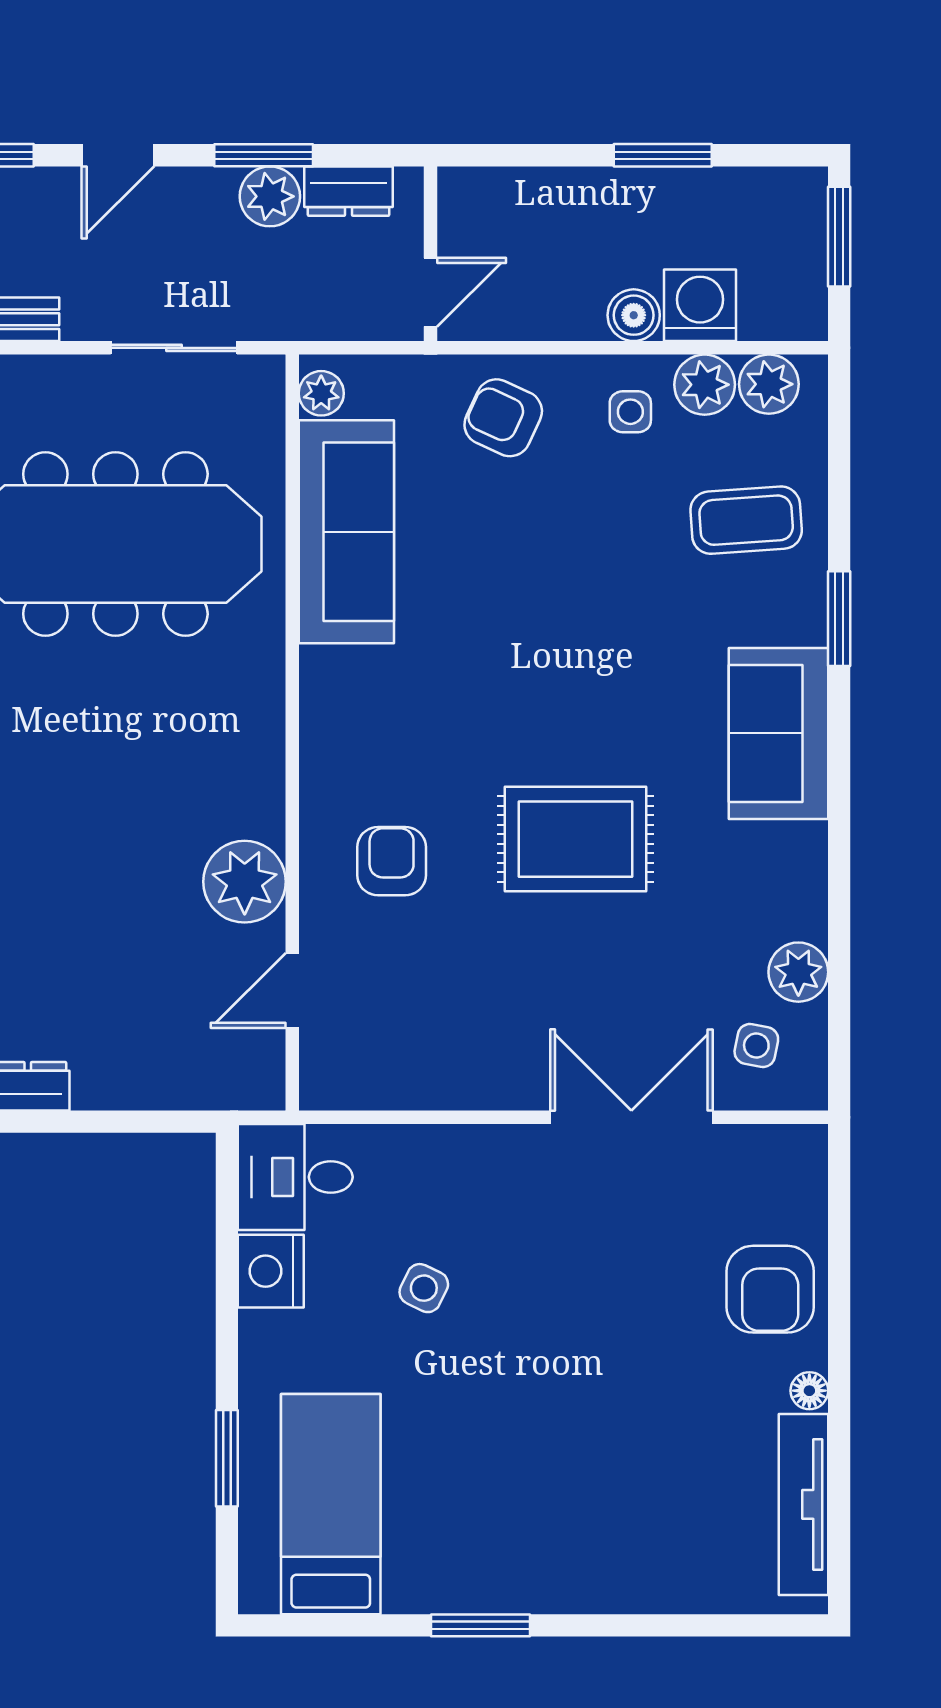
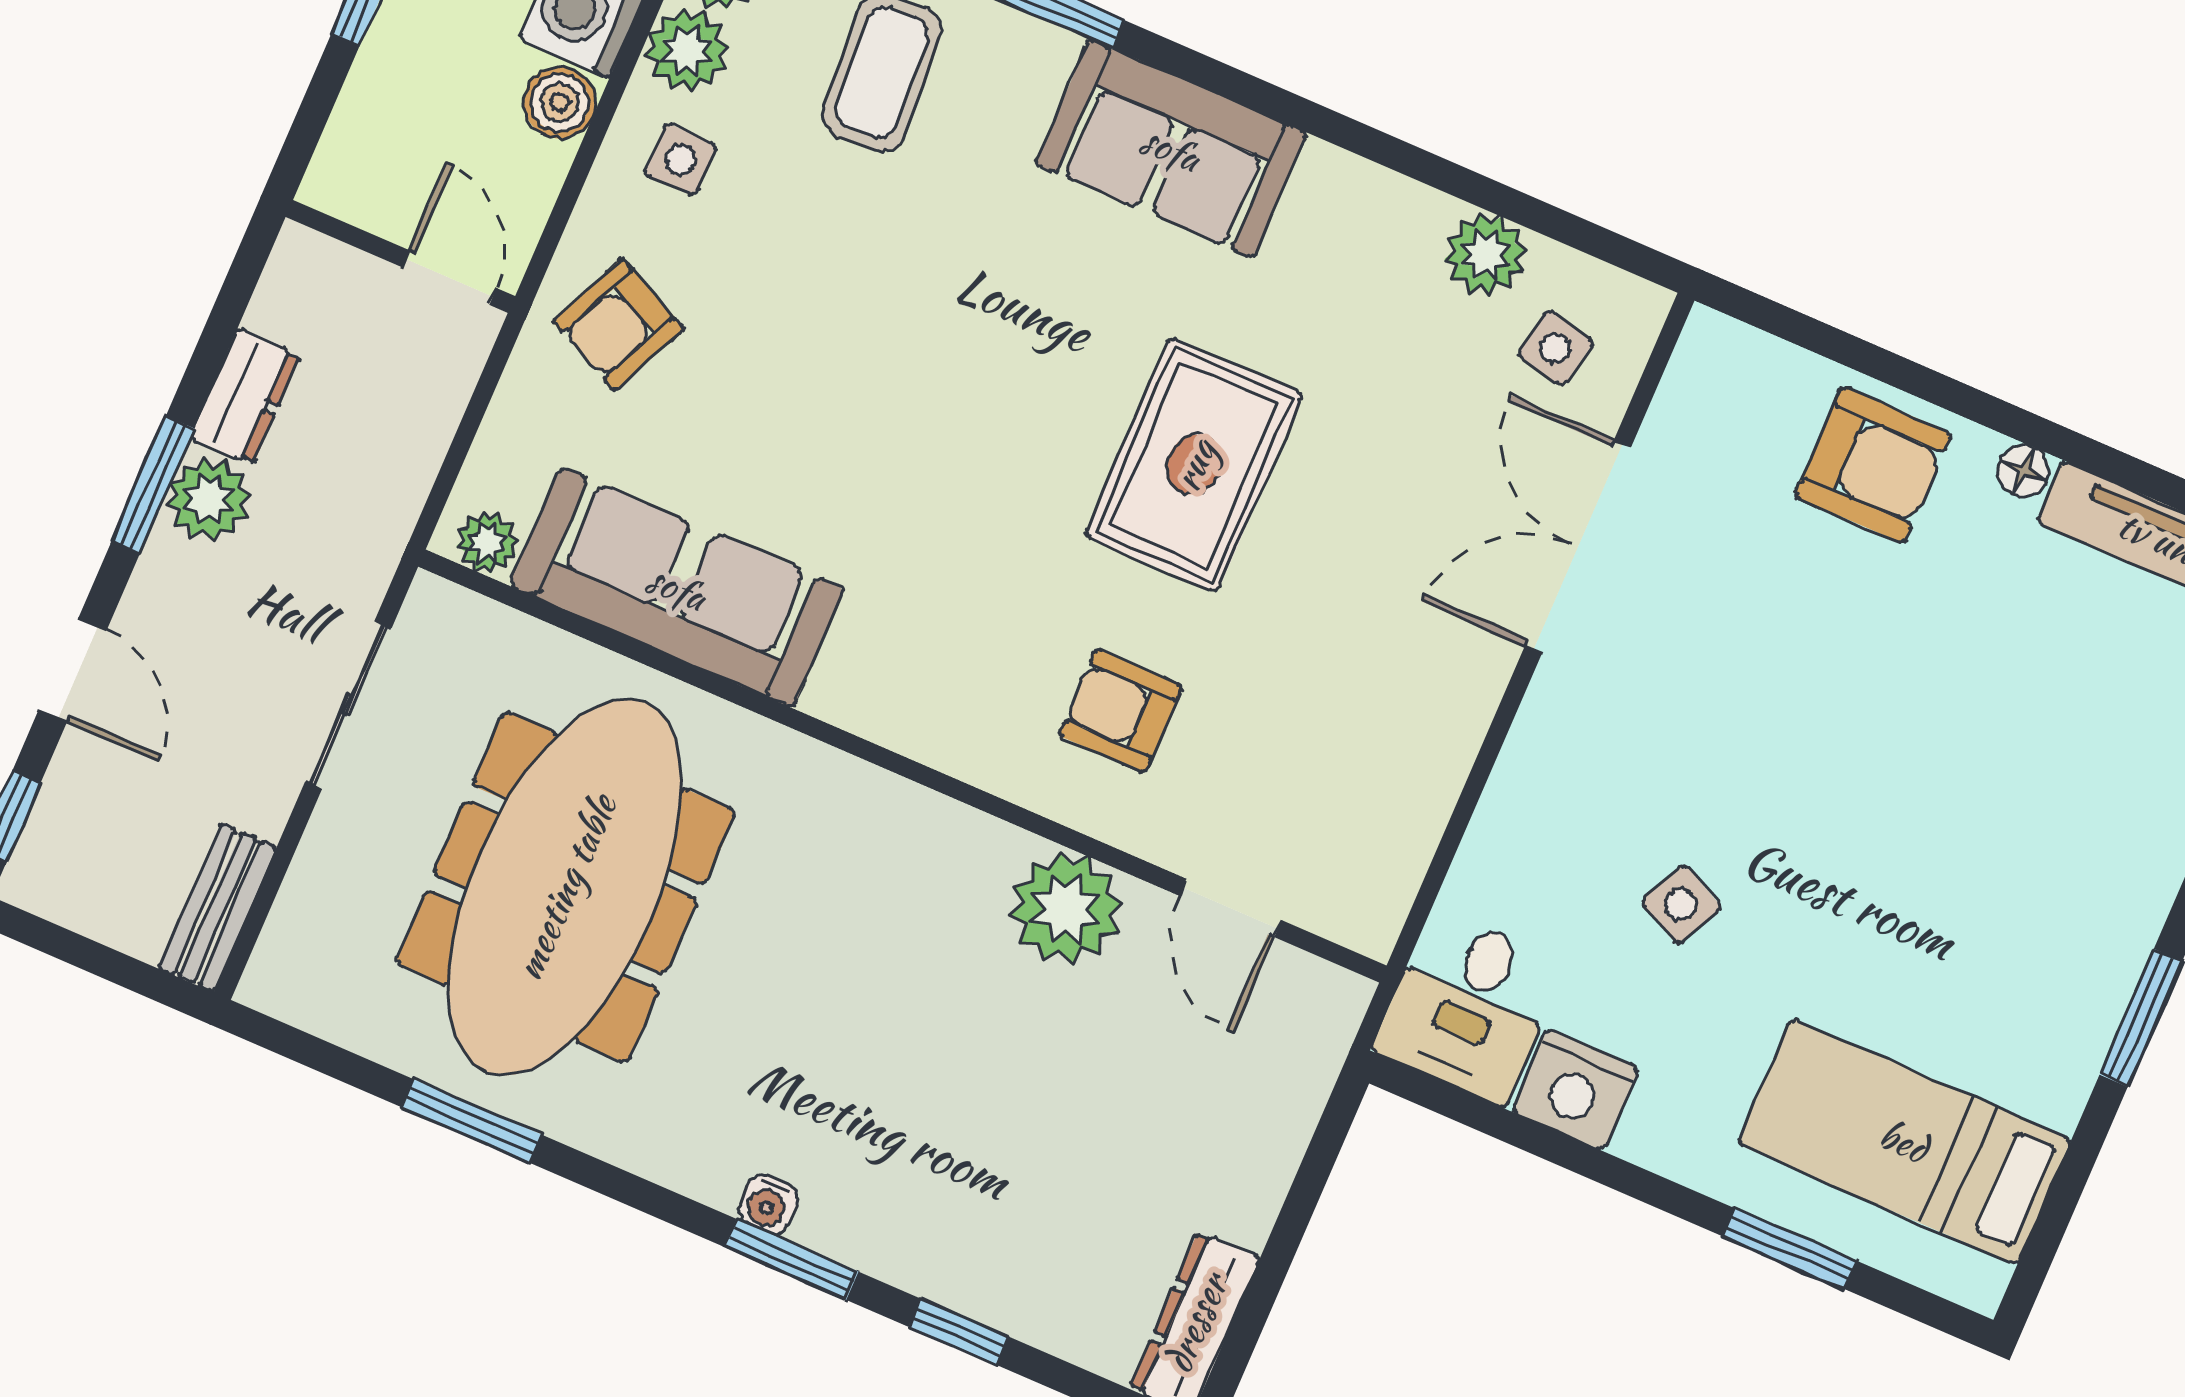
wall: (431, 254) -> (400, 256), moved
door: (431, 292) -> (449, 278), moved

